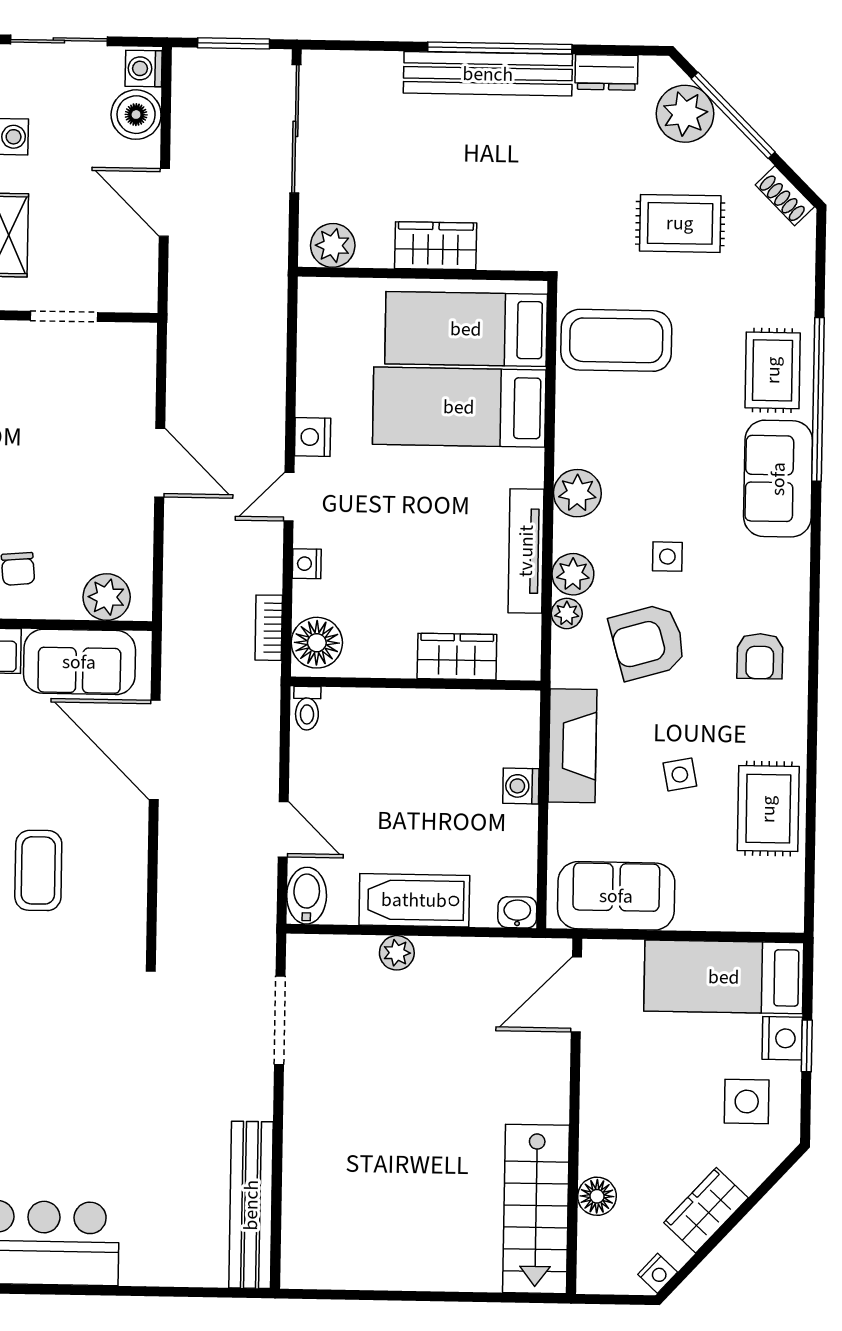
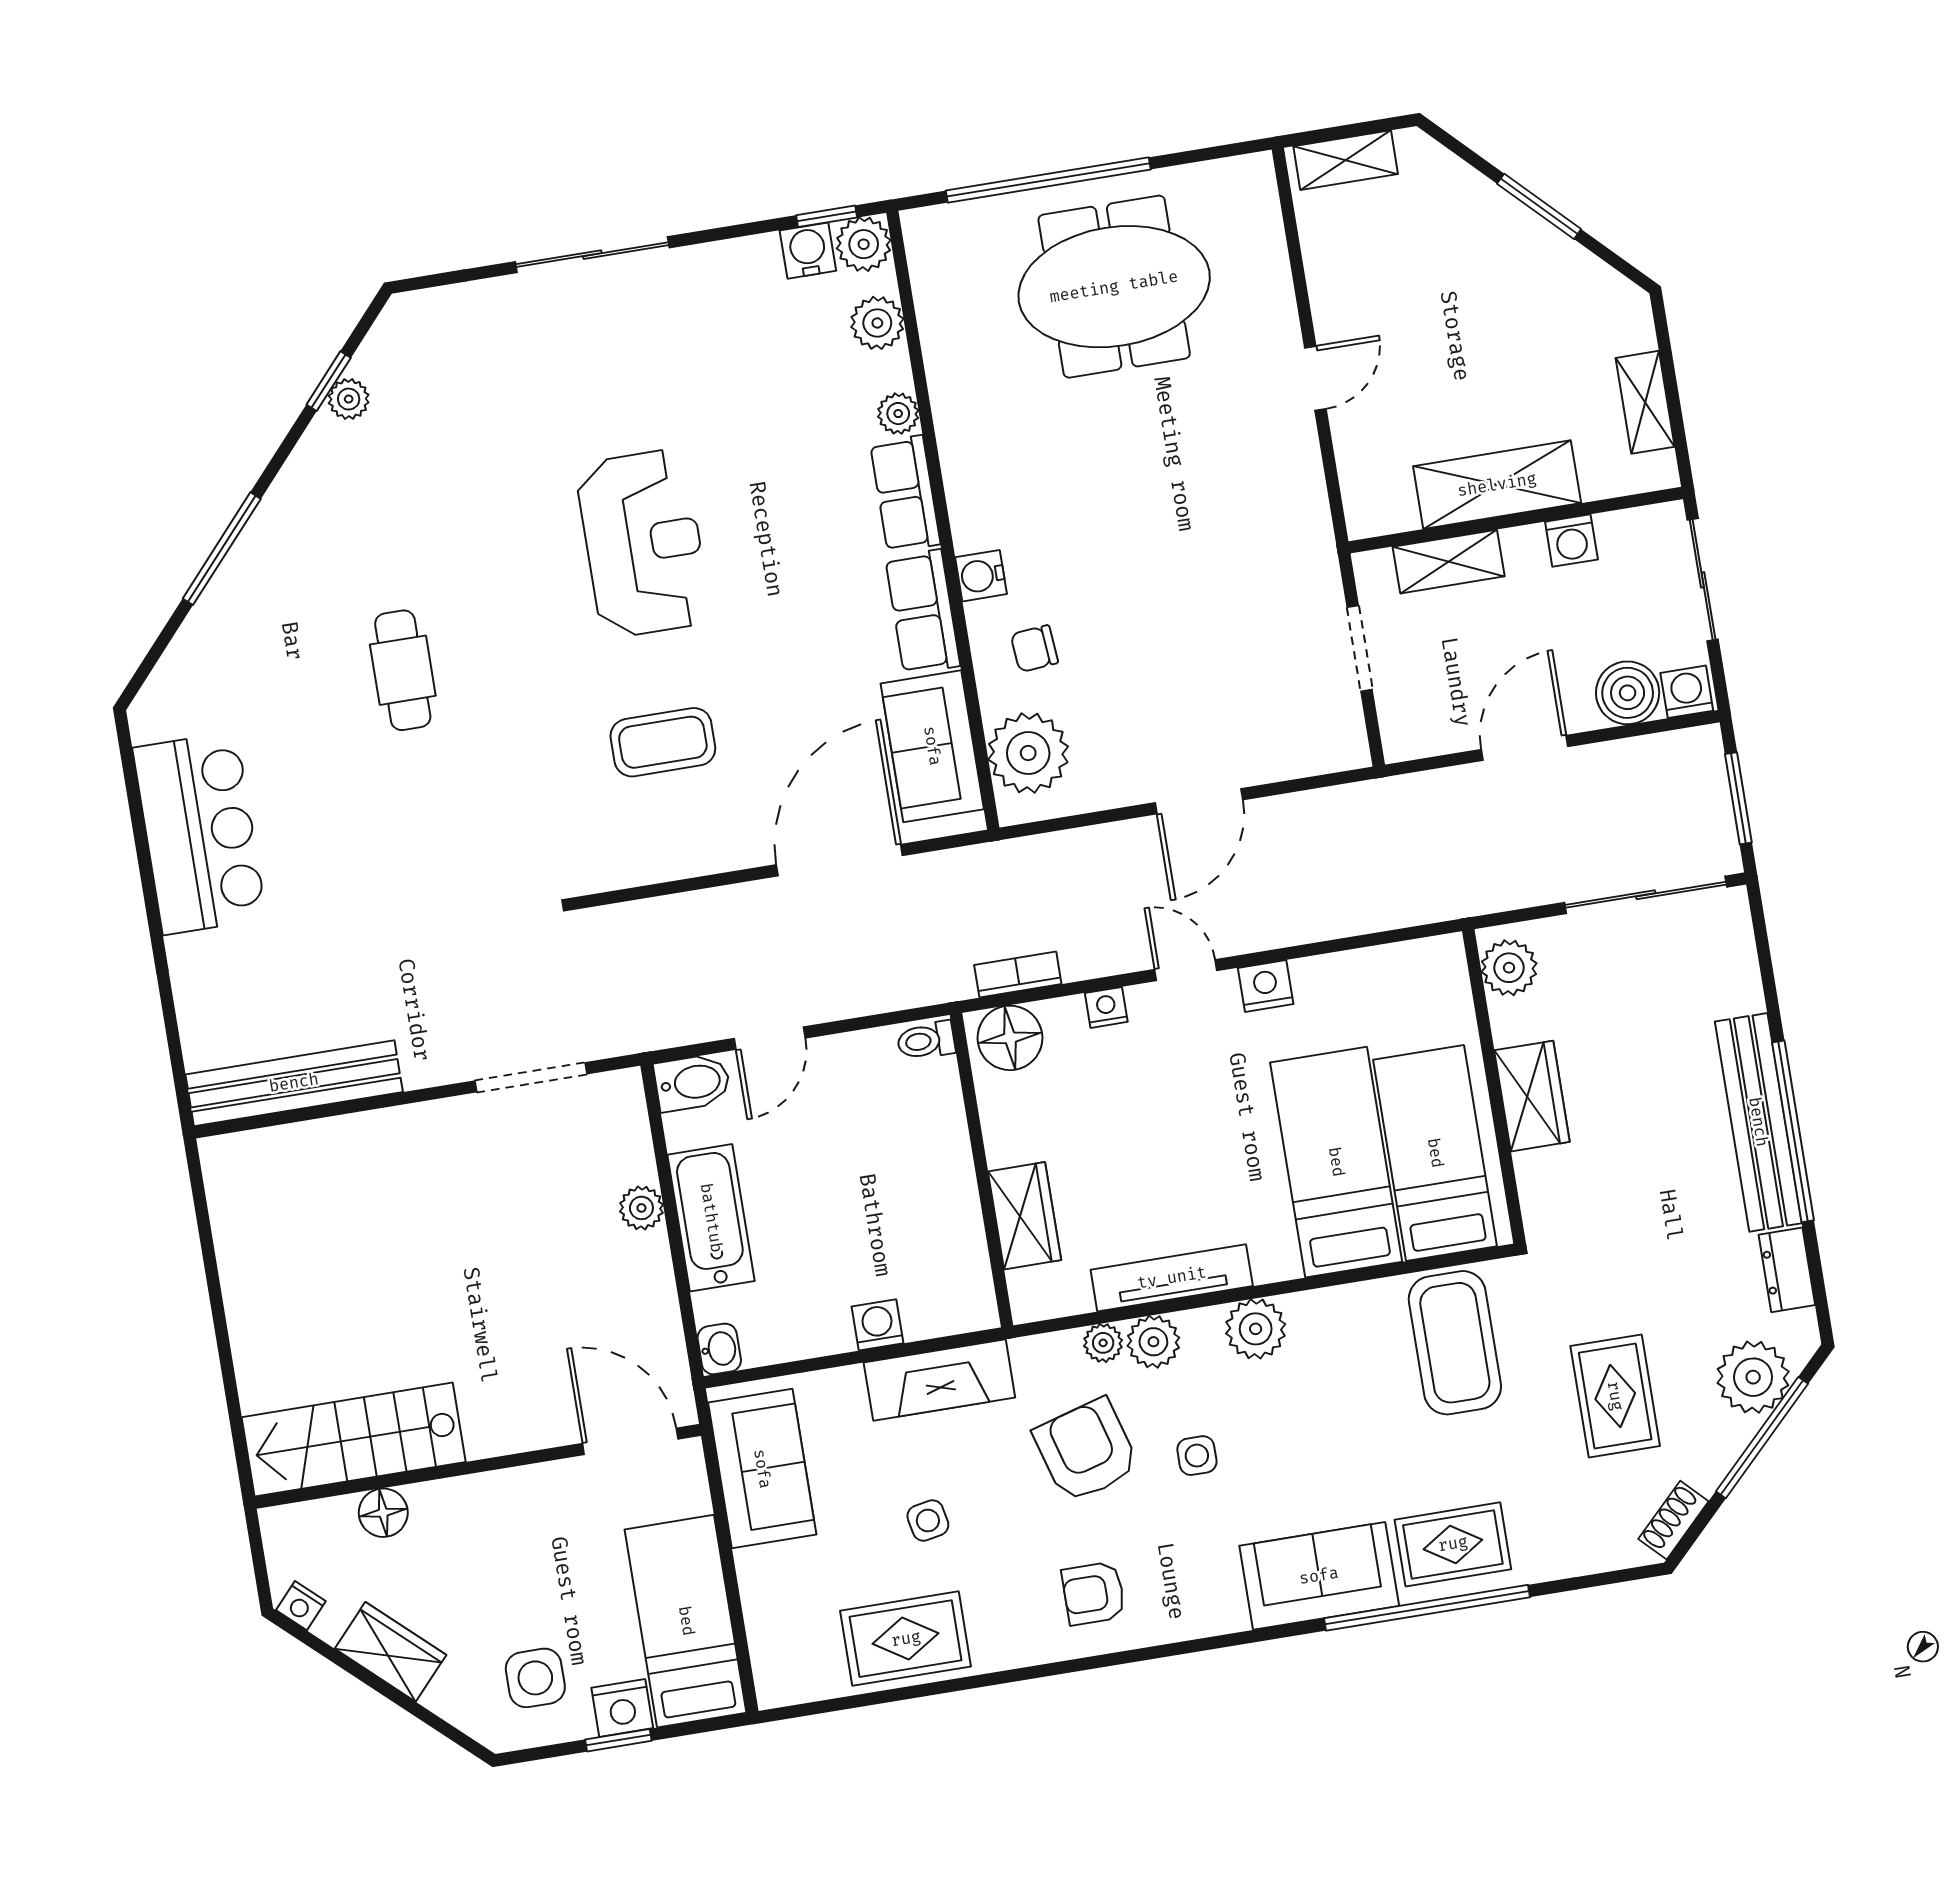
plant: (107, 597) -> (1028, 753), width x1.36, depth x1.36

